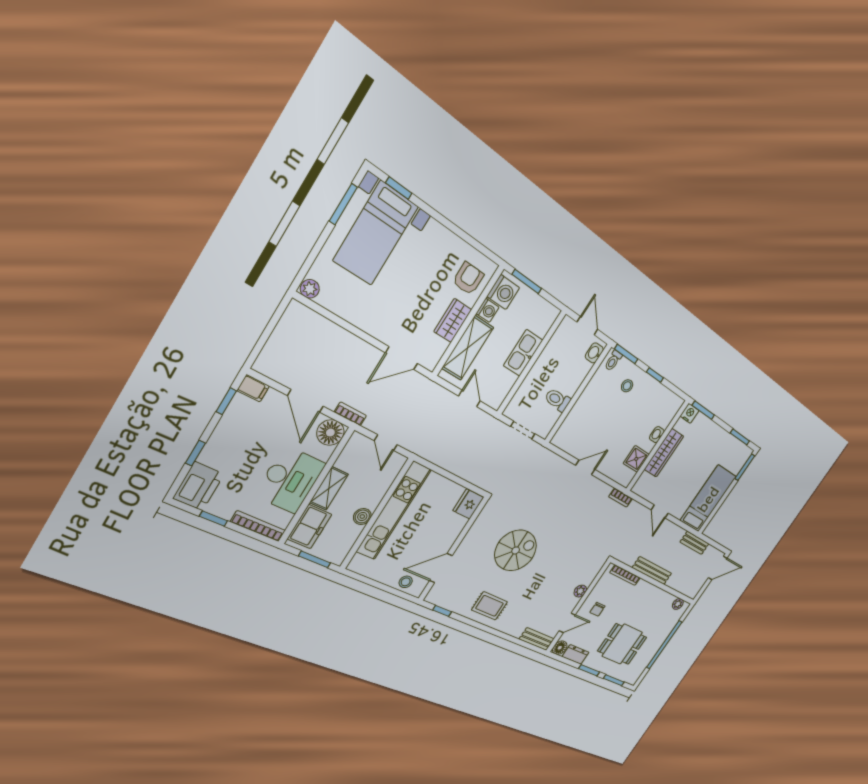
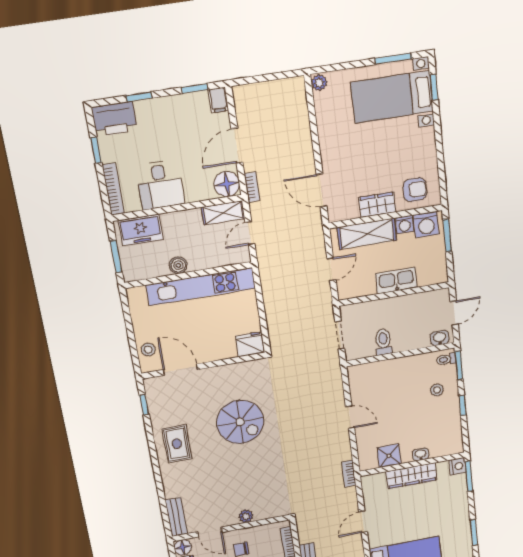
desk: (290, 480) -> (160, 185), width x0.73
shelving: (329, 488) -> (223, 213), moved

